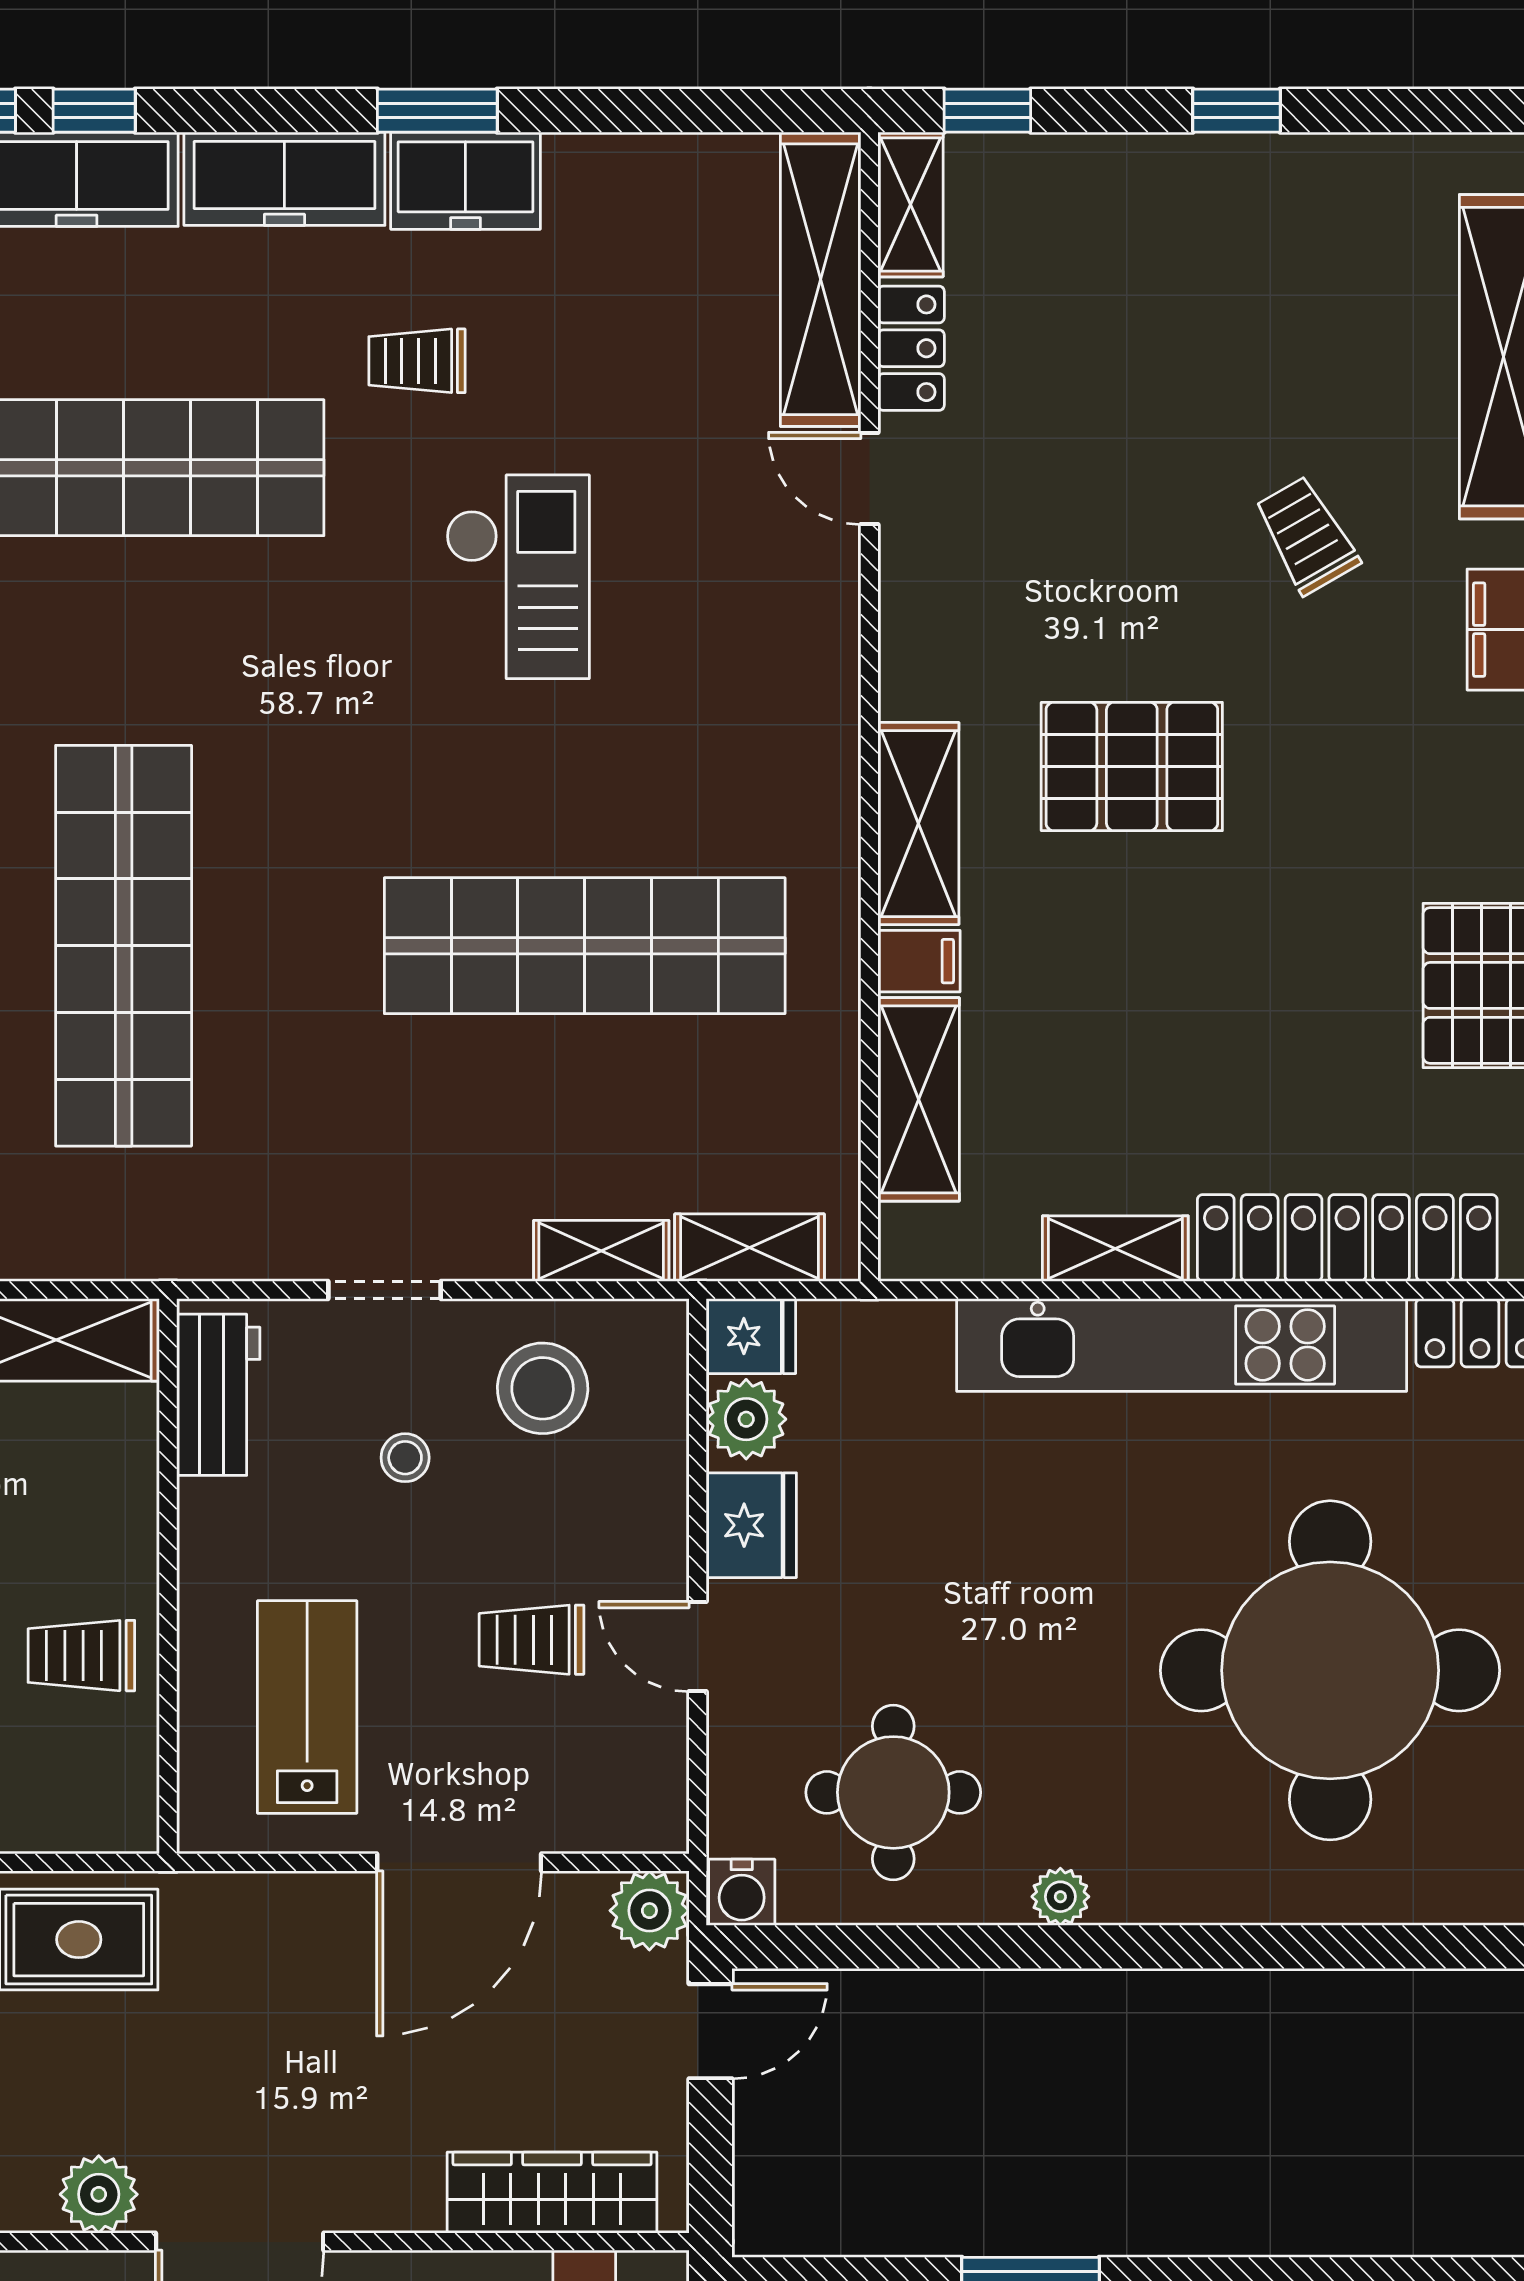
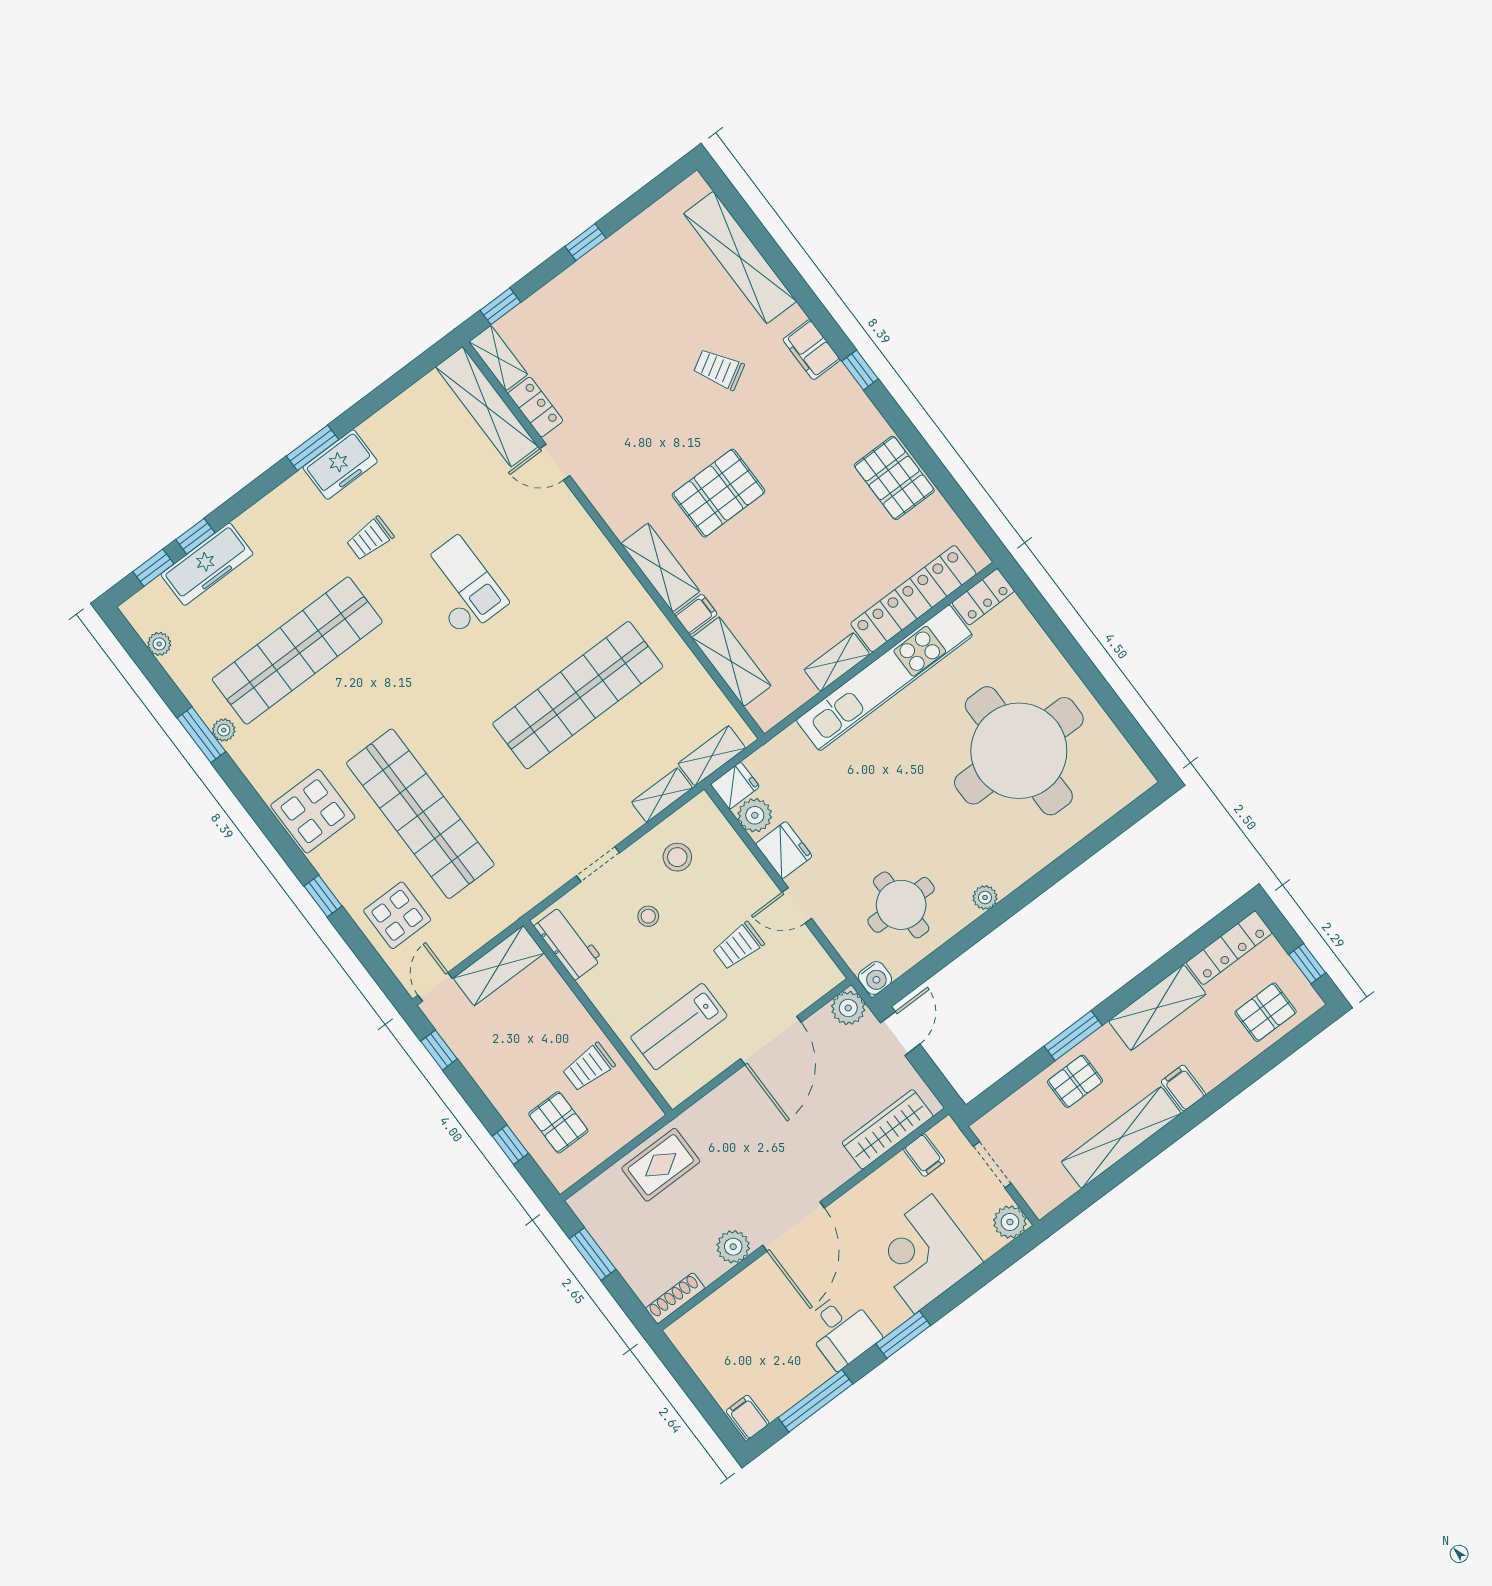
freezer: (284, 179) -> (278, 510), removed
stool: (543, 1388) -> (677, 857), width x0.73, depth x0.73
lab bench: (307, 1707) -> (679, 1027), turned -90

